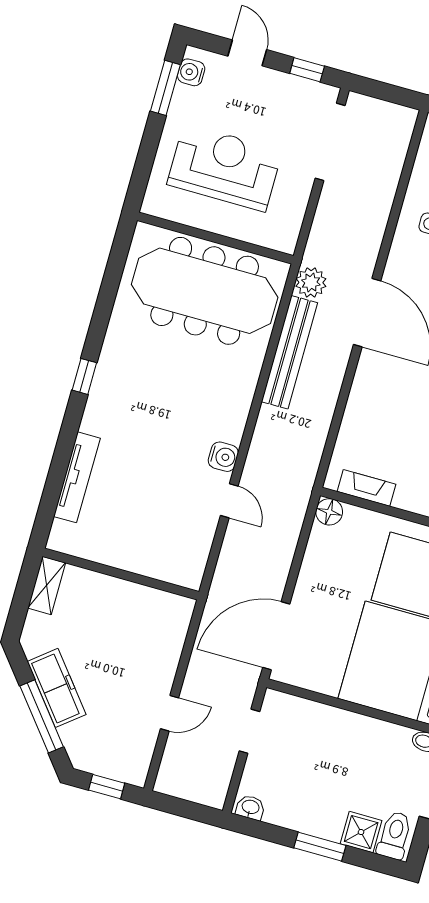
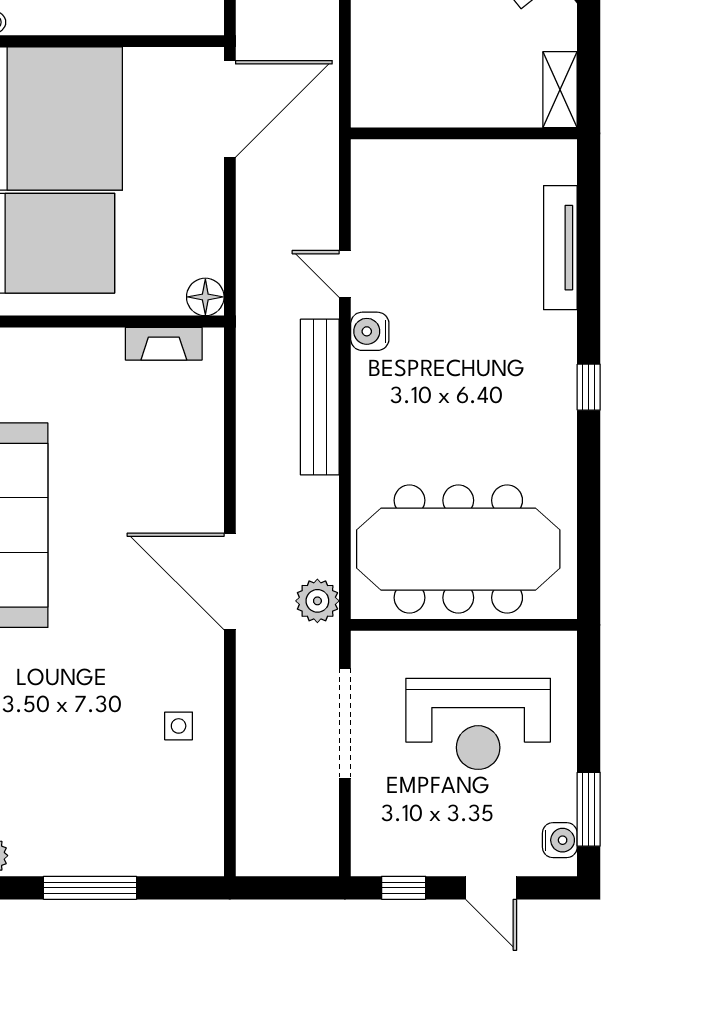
doorway: (330, 142) -> (345, 723), moved
bench: (290, 352) -> (320, 397), moved

